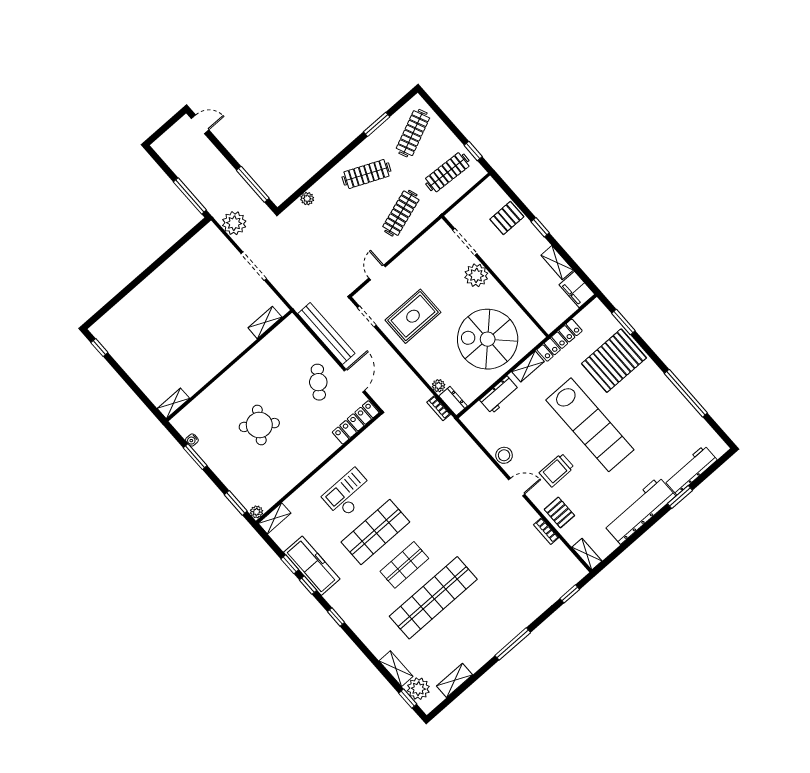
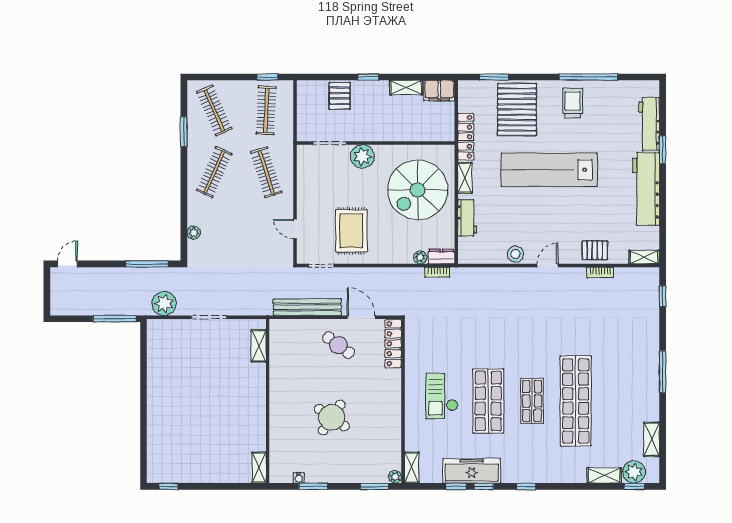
lab bench: (590, 425) -> (549, 170), turned 180
trolley: (557, 470) -> (573, 103), moved, turned 180

